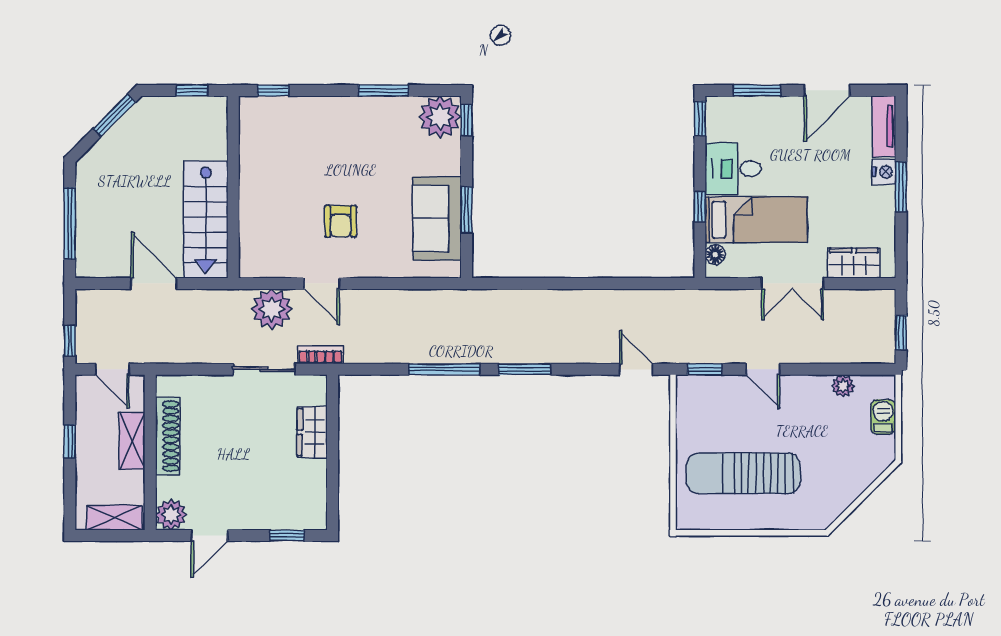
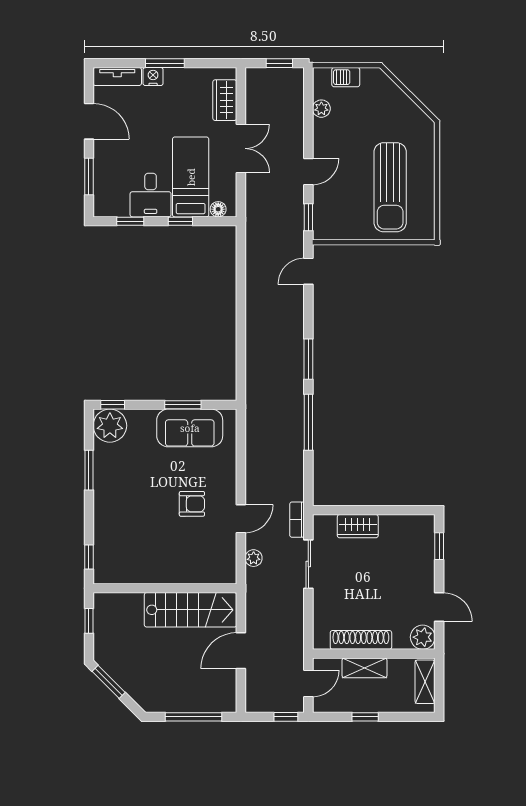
window: (700, 119) -> (130, 221), moved
plant: (272, 309) -> (254, 558), width x0.53, depth x0.53

